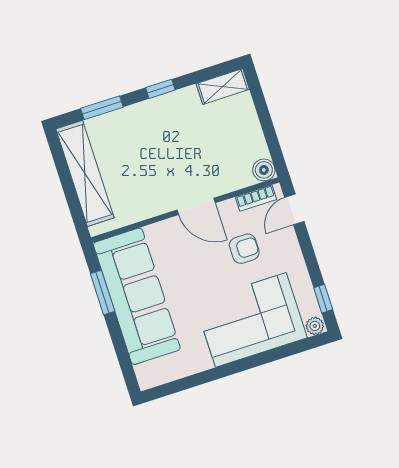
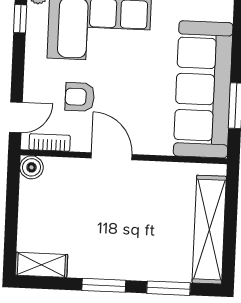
window: (160, 89) -> (104, 285), width x1.50

